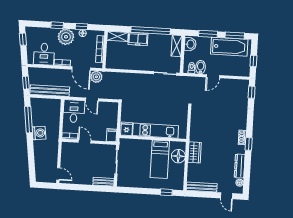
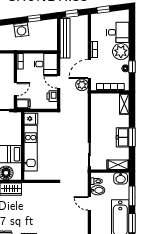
window: (57, 25) -> (132, 42), removed
window: (151, 31) -> (132, 137), width x0.47
window: (23, 39) -> (103, 10), moved
freezer: (138, 39) -> (123, 137), moved
desk: (44, 54) -> (118, 32), moved, turned 180
door: (92, 100) -> (59, 82), hinge flipped
printer: (106, 107) -> (52, 96), added
window: (28, 120) -> (34, 18), width x0.46
door: (85, 142) -> (15, 89), moved

